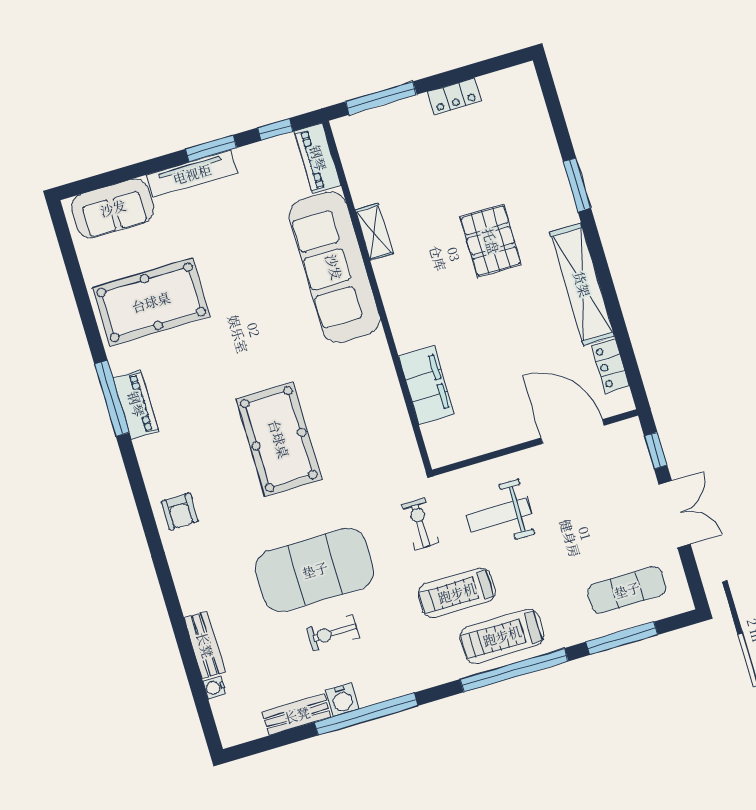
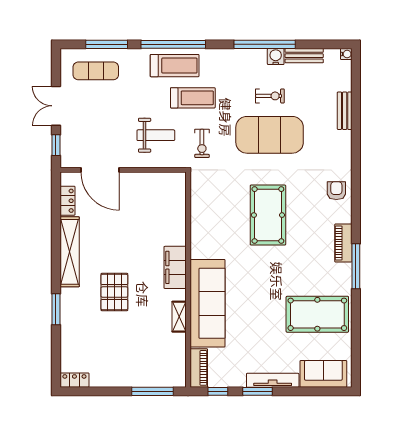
locker: (454, 96) -> (74, 380), moved
filing cabinet: (426, 385) -> (175, 267), moved
piano: (136, 404) -> (343, 243), moved
water cooler: (214, 687) -> (346, 54), moved

